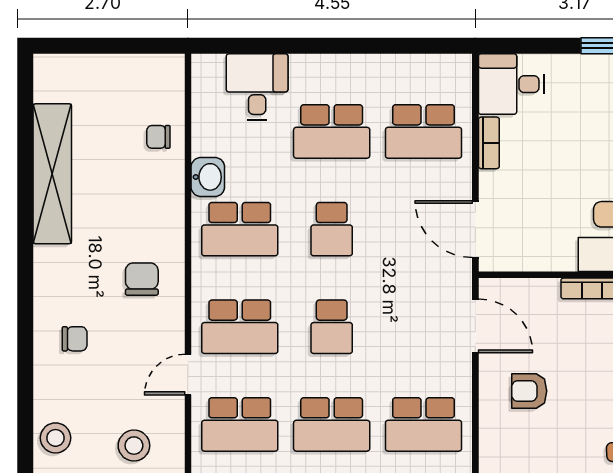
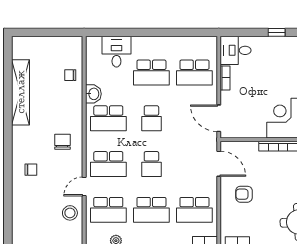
stool: (56, 438) -> (22, 216), removed
stool: (134, 446) -> (70, 213), moved

